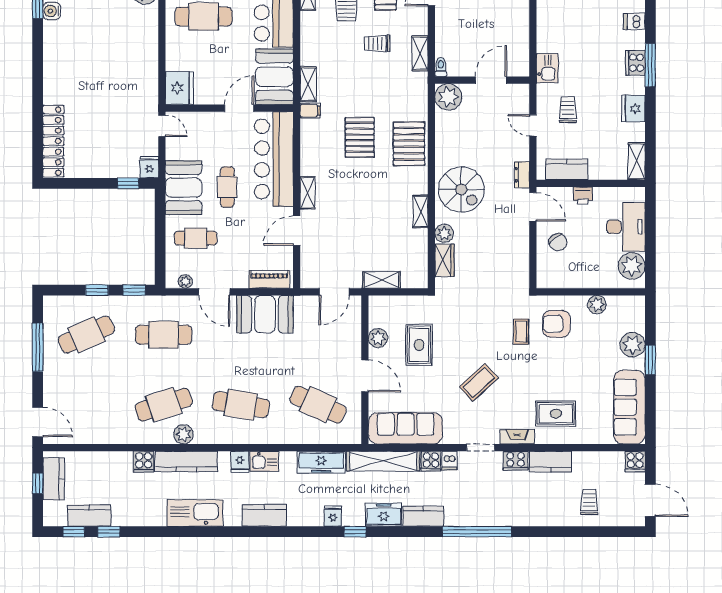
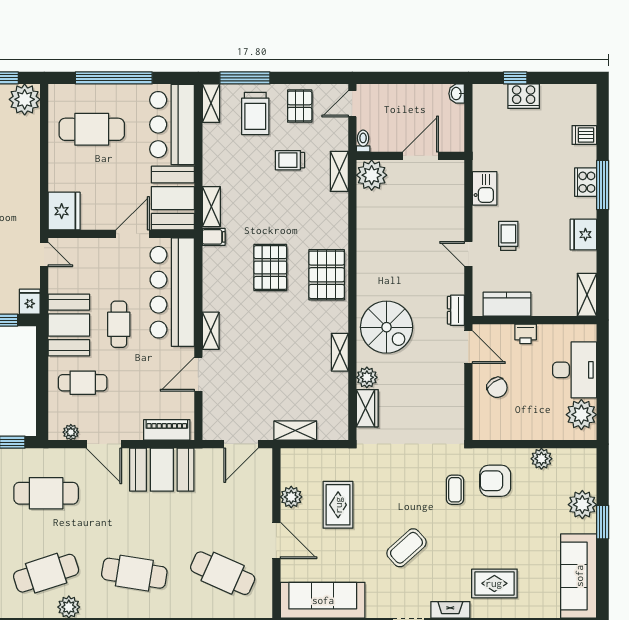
toilet: (441, 67) -> (363, 141), moved
wall: (482, 80) -> (410, 156), moved
door: (491, 80) -> (420, 156), moved
plant: (448, 97) -> (372, 175), moved

